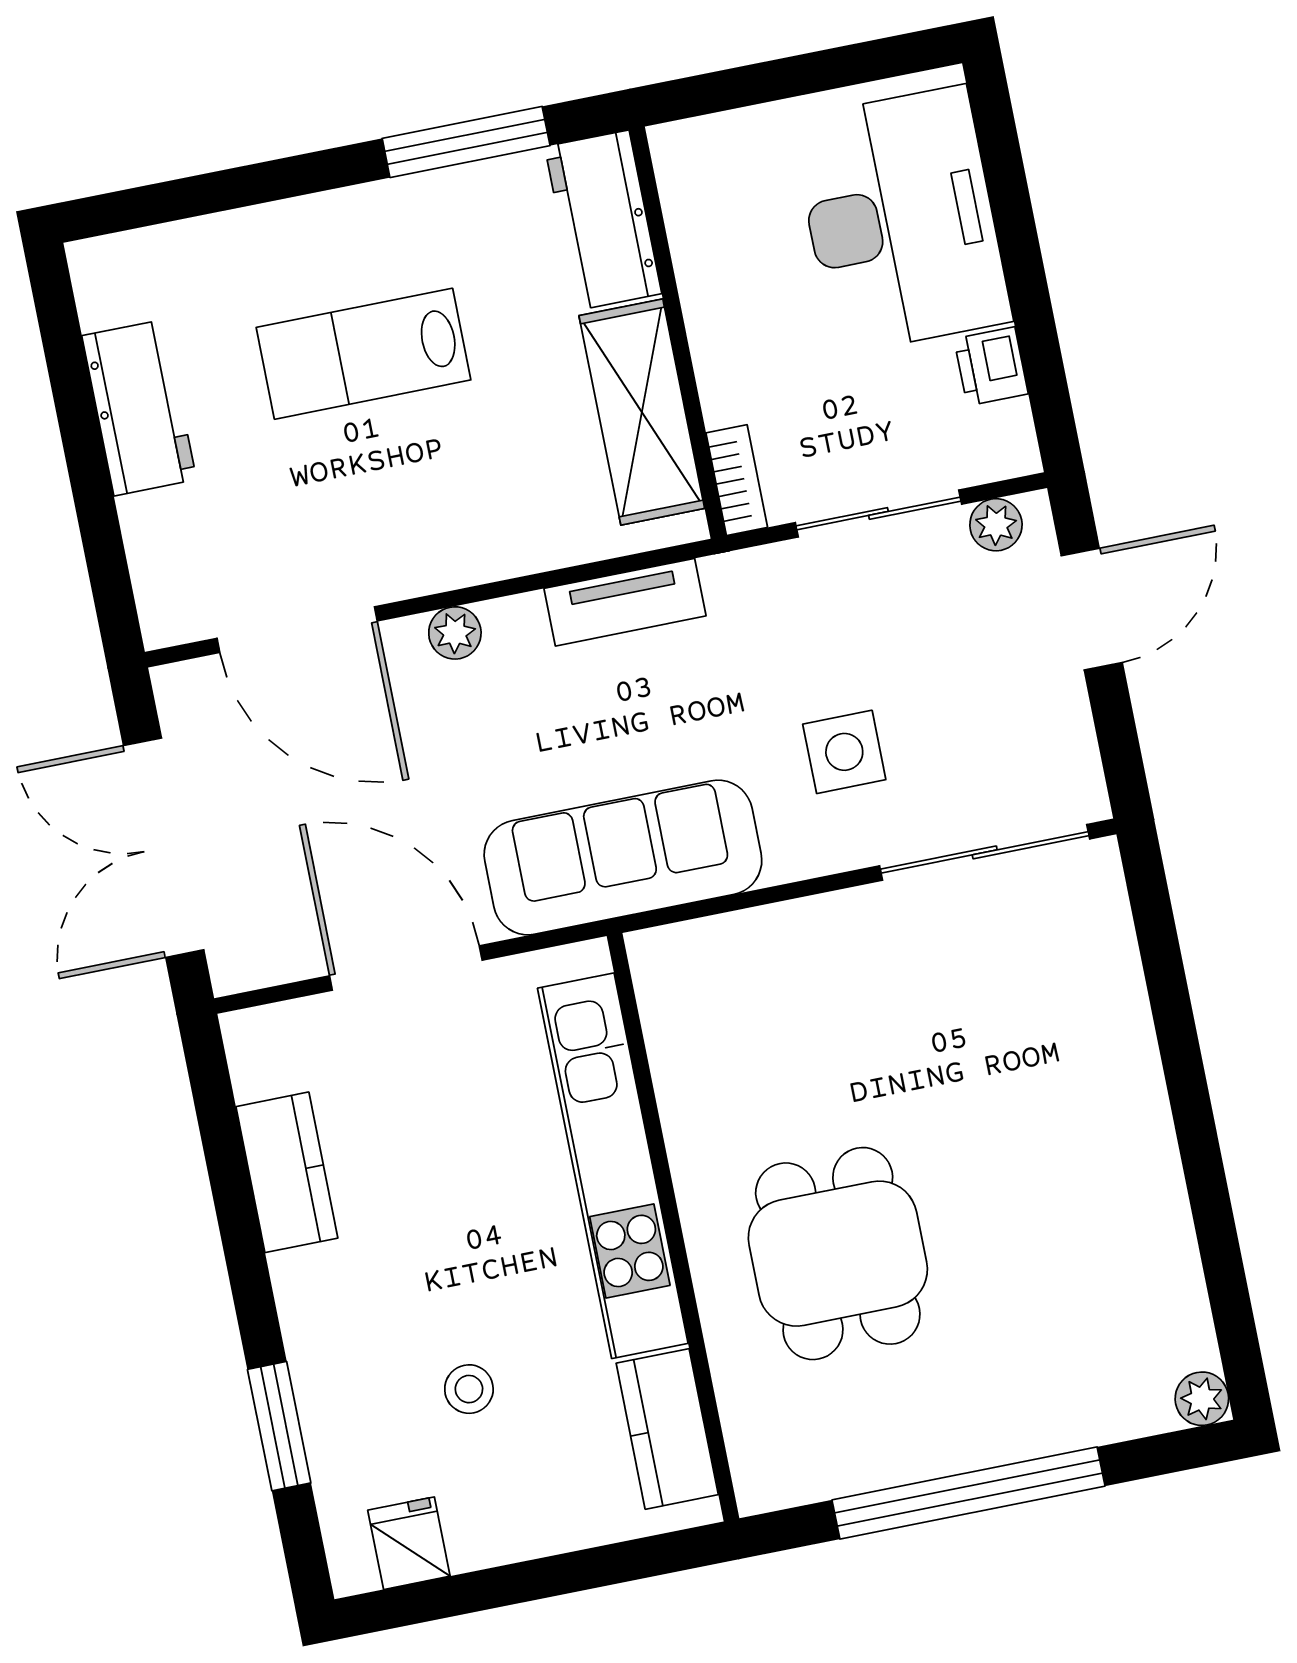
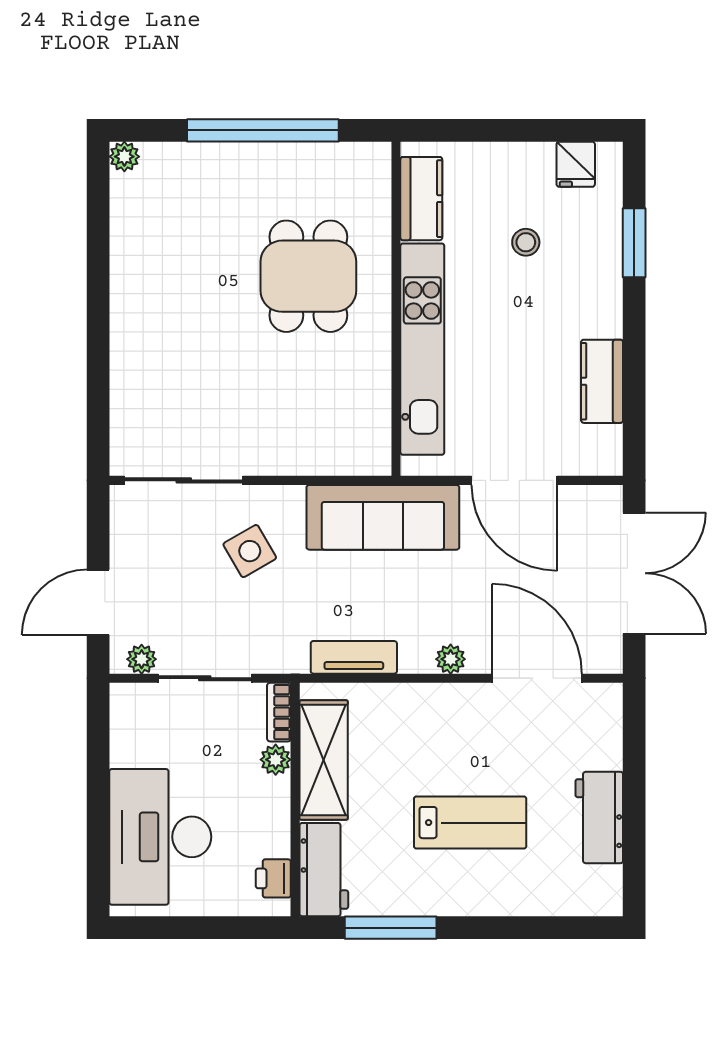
printer: (991, 366) -> (273, 878), moved, turned 180
plant: (726, 396) -> (276, 760), added
side table: (844, 752) -> (250, 551), turned -30

